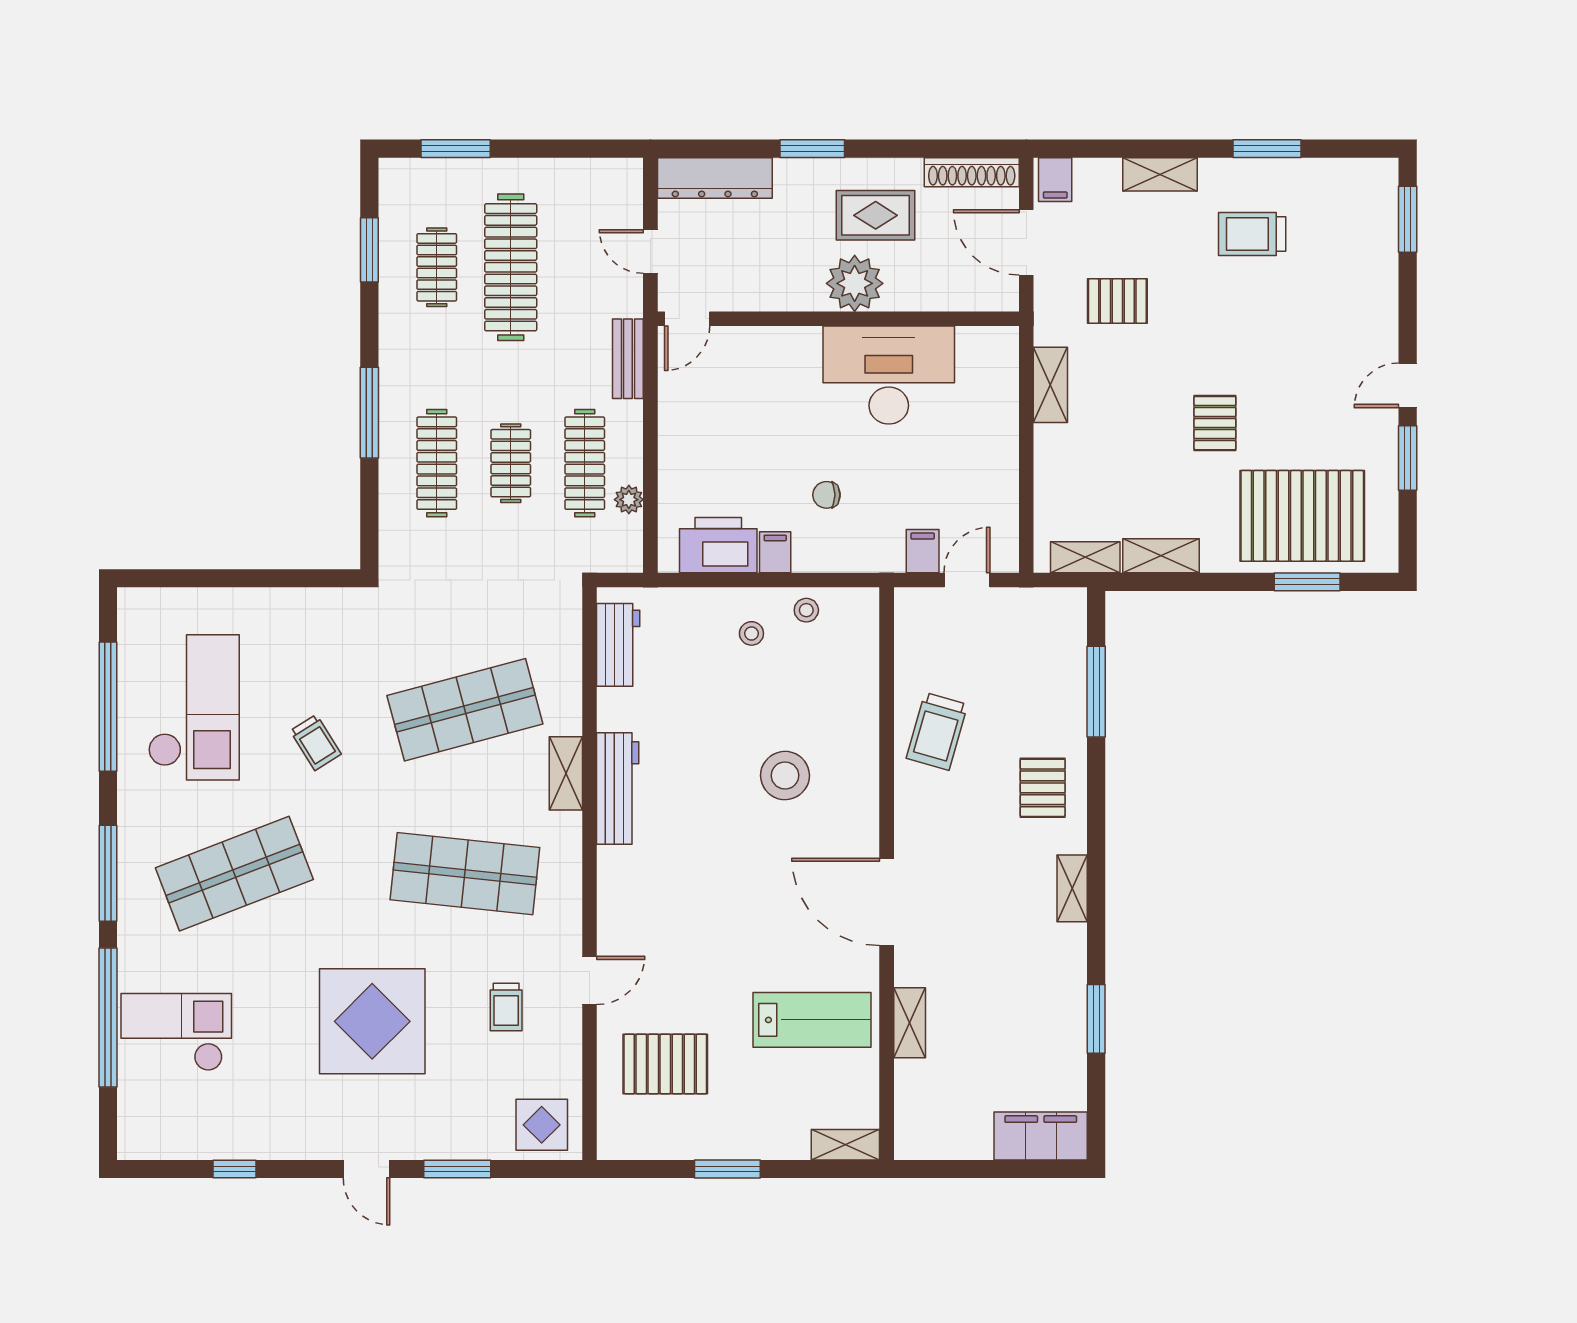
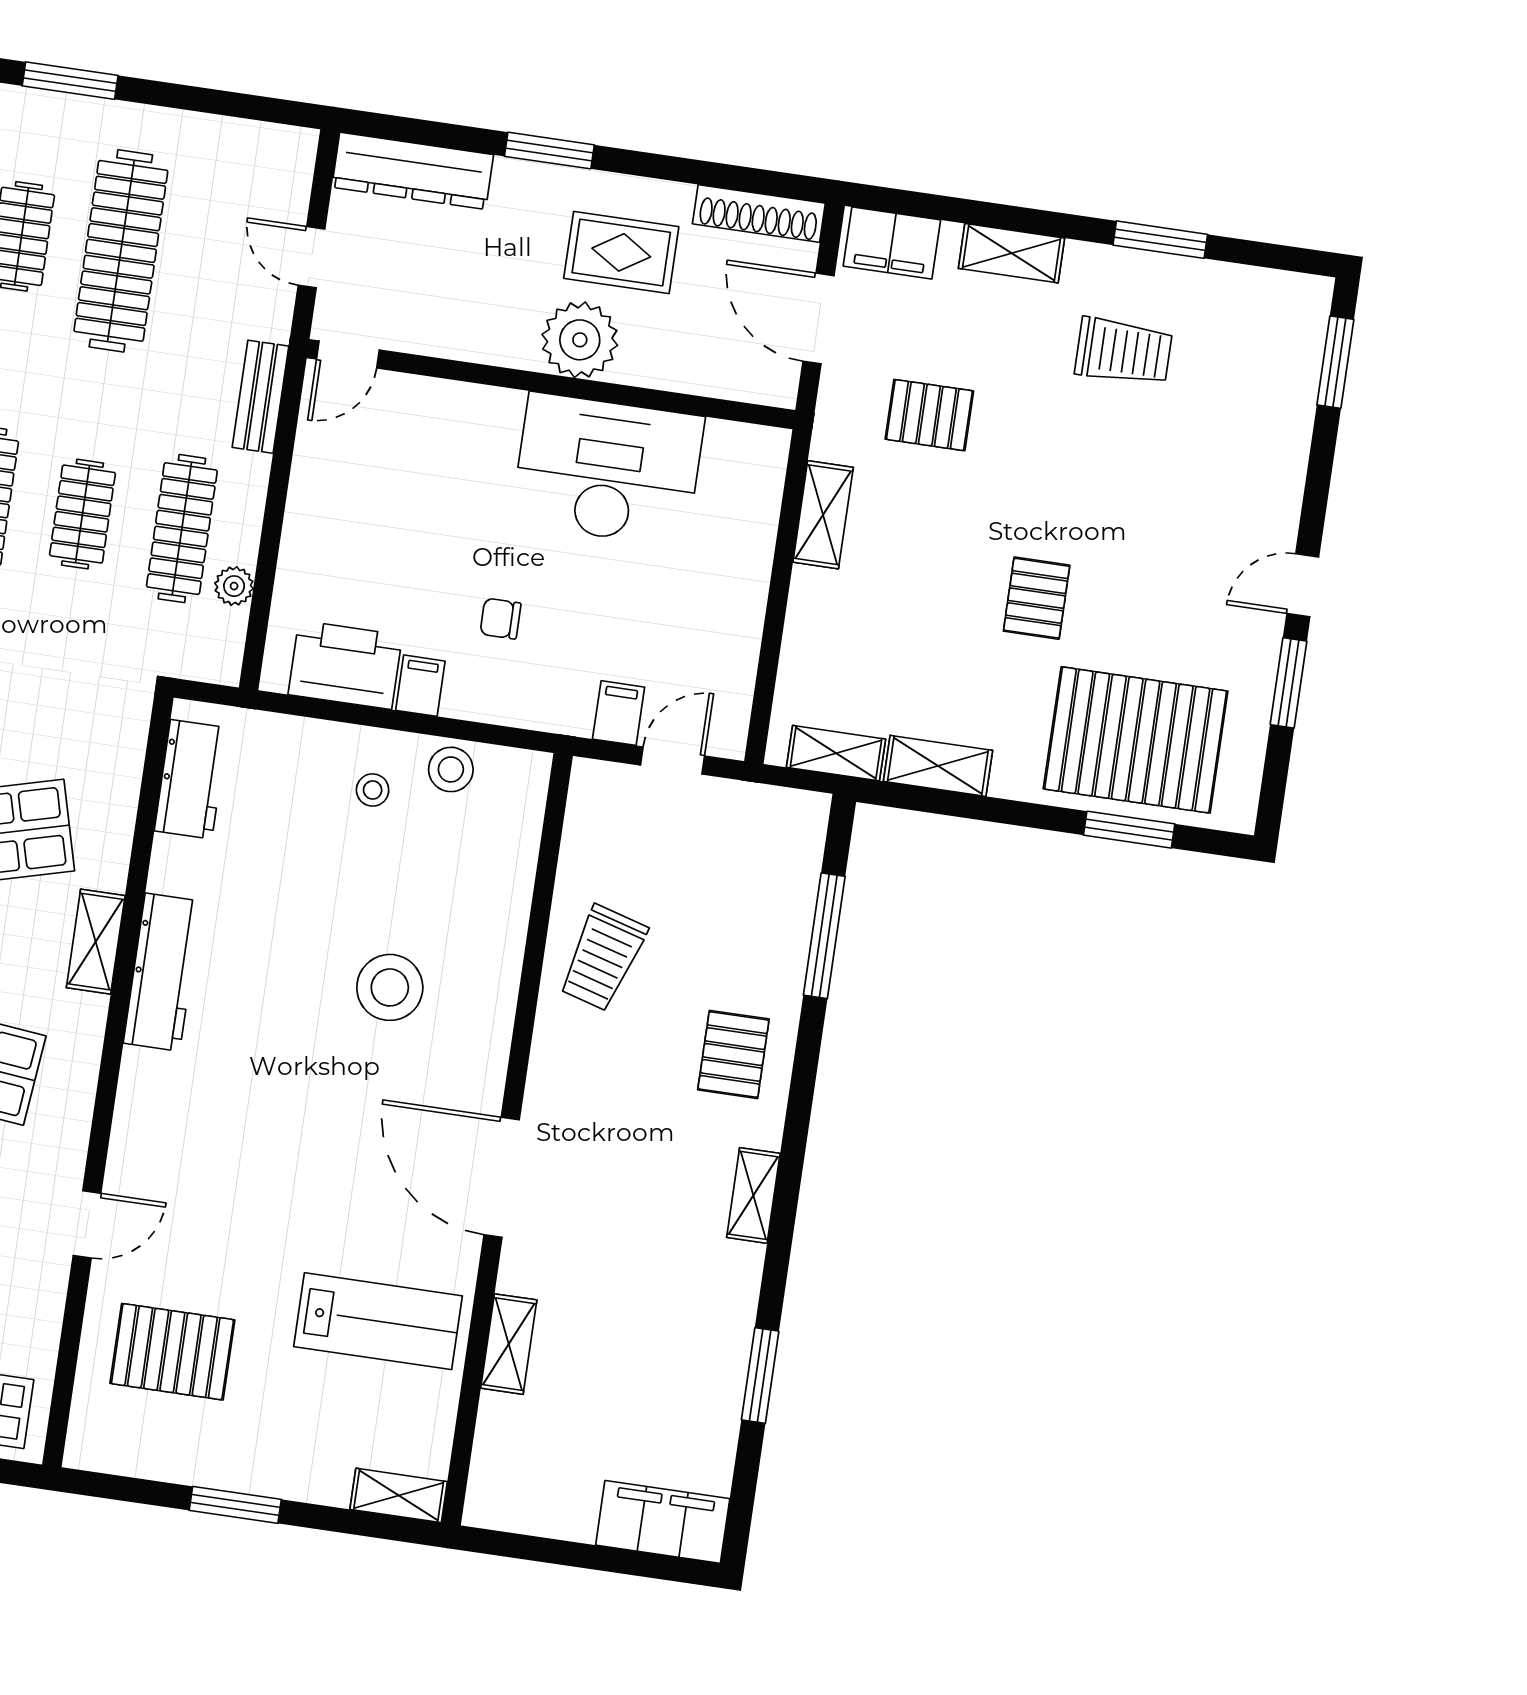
filing cabinet: (1055, 180) -> (892, 243), width x2.00
trolley: (1252, 234) -> (1124, 351), turned 180
stool: (806, 610) -> (451, 769), width x1.37, depth x1.37

